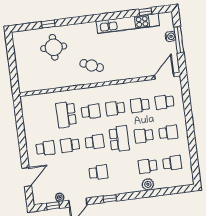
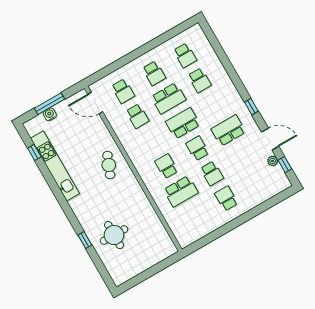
window: (48, 24) -> (85, 240), moved
cafe table: (92, 65) -> (109, 165), moved
school desk: (115, 108) -> (152, 141), removed
school desk: (168, 132) -> (154, 73), turned 180
school desk: (144, 136) -> (168, 98), width x1.85
school desk: (172, 163) -> (185, 55), turned 180
school desk: (99, 172) -> (228, 130), width x1.85
door: (27, 177) -> (266, 206), removed
plant: (148, 184) -> (219, 72), removed

